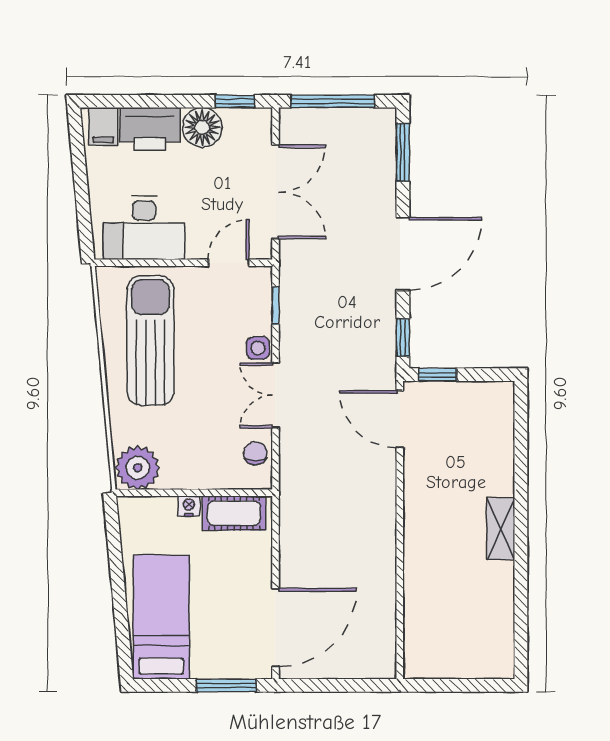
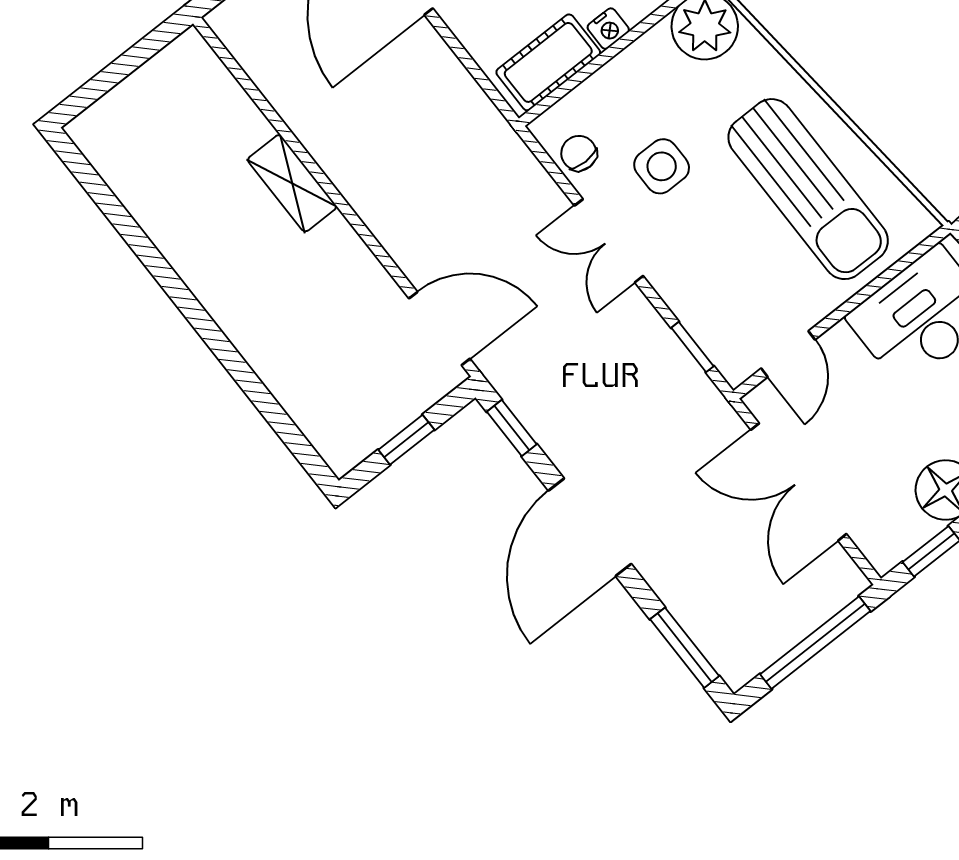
side table: (258, 348) -> (662, 166), moved, width x1.37, depth x1.37
window: (438, 375) -> (406, 440), moved
double door: (275, 395) -> (609, 241), swing flipped
chair: (255, 453) -> (579, 153), turned 180
shelving: (501, 529) -> (292, 183), moved

